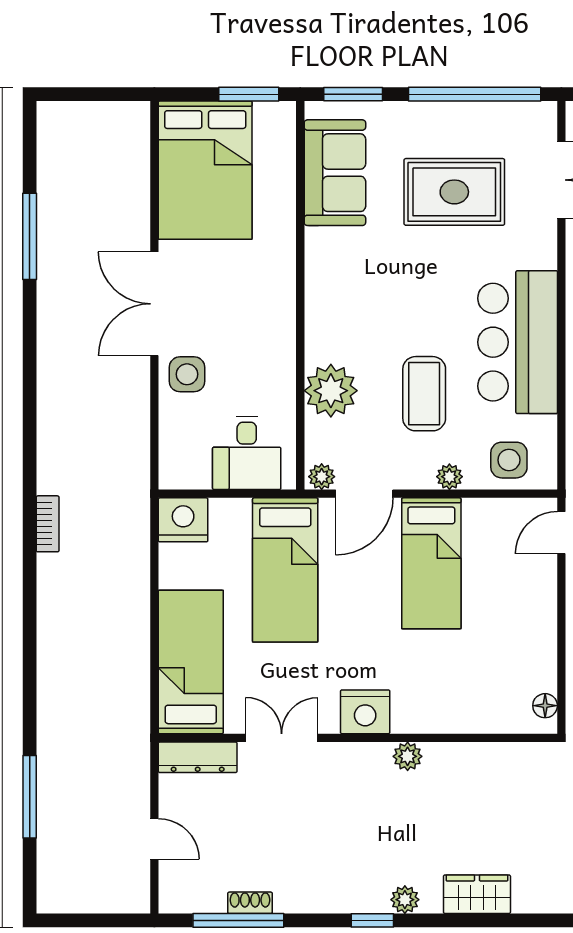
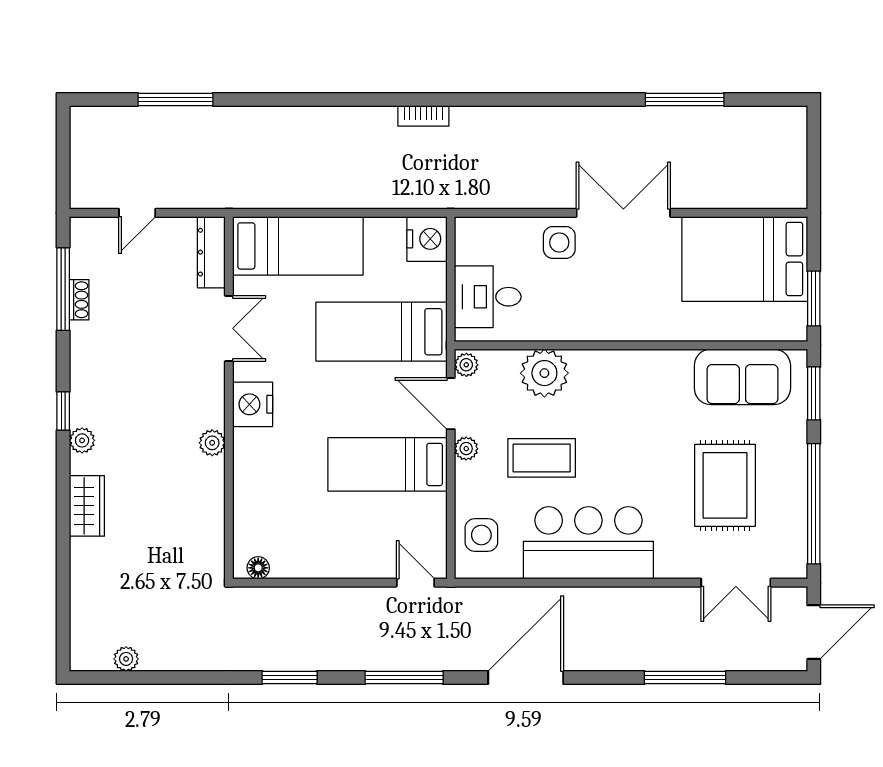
plant: (449, 477) -> (466, 449), moved

